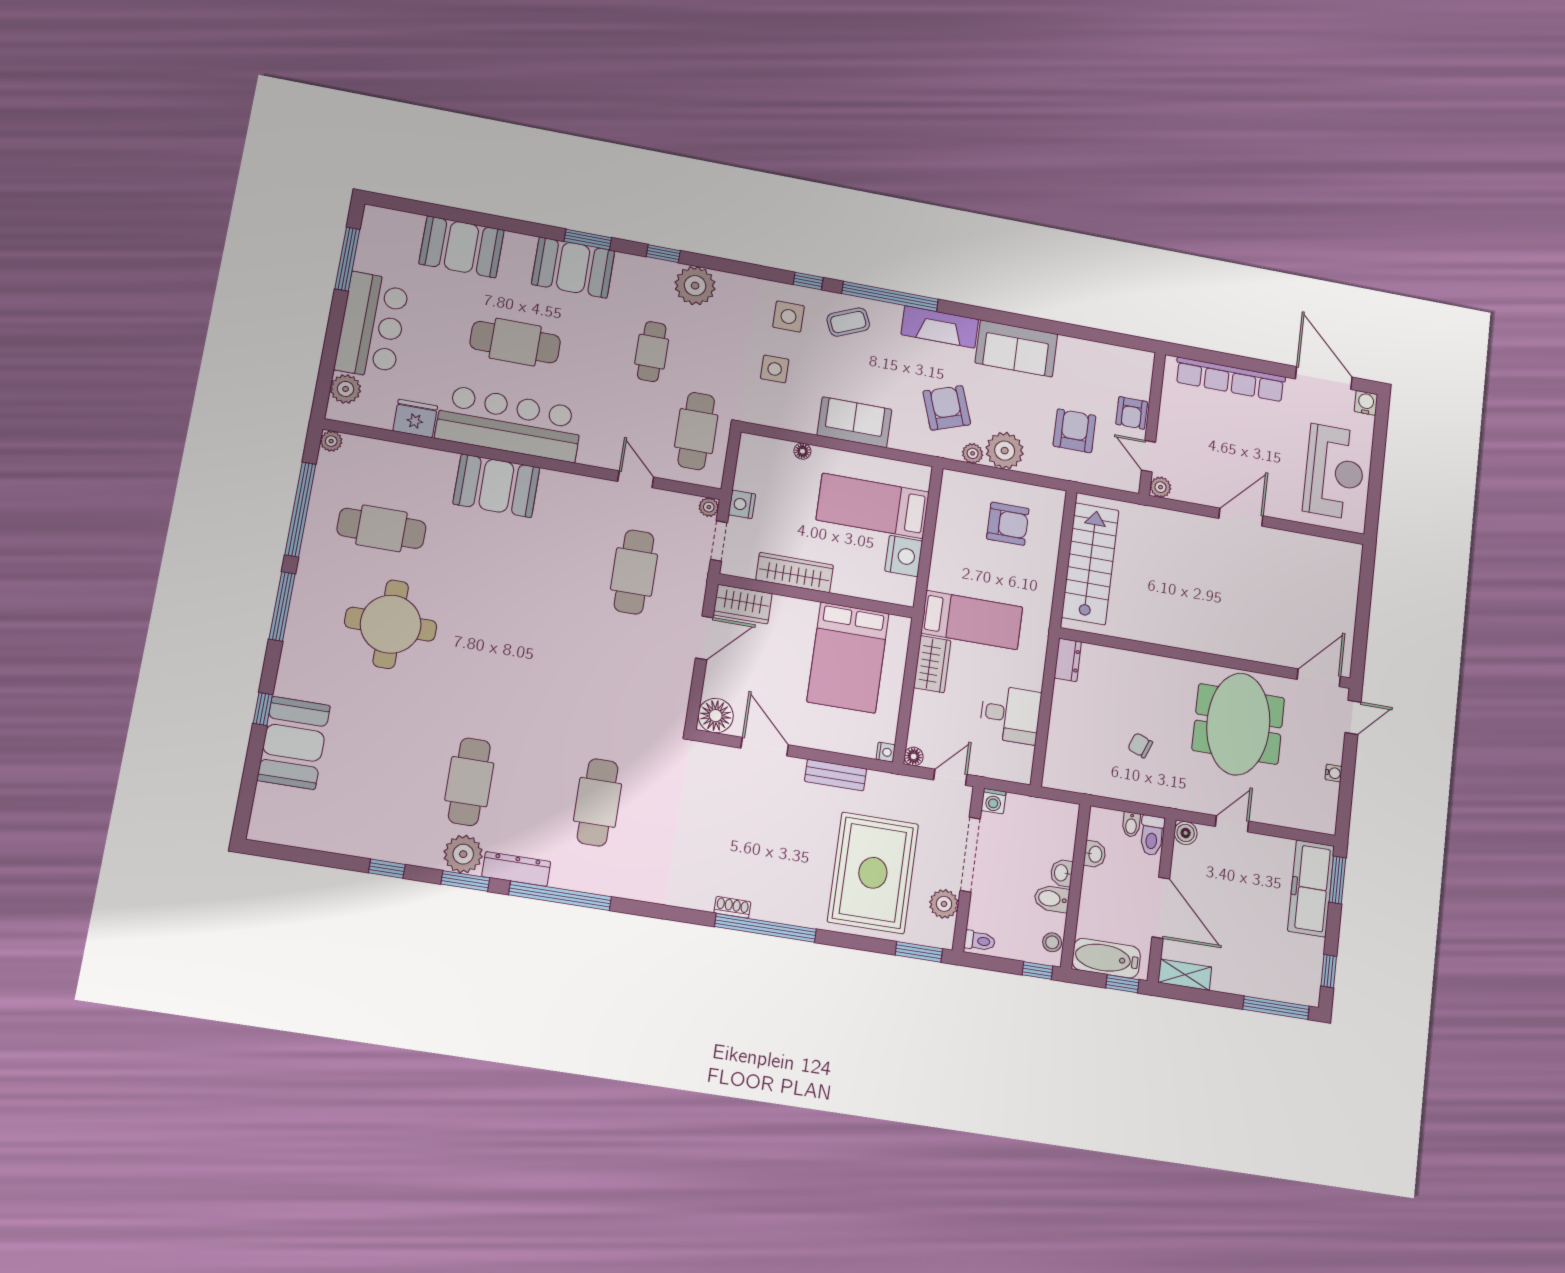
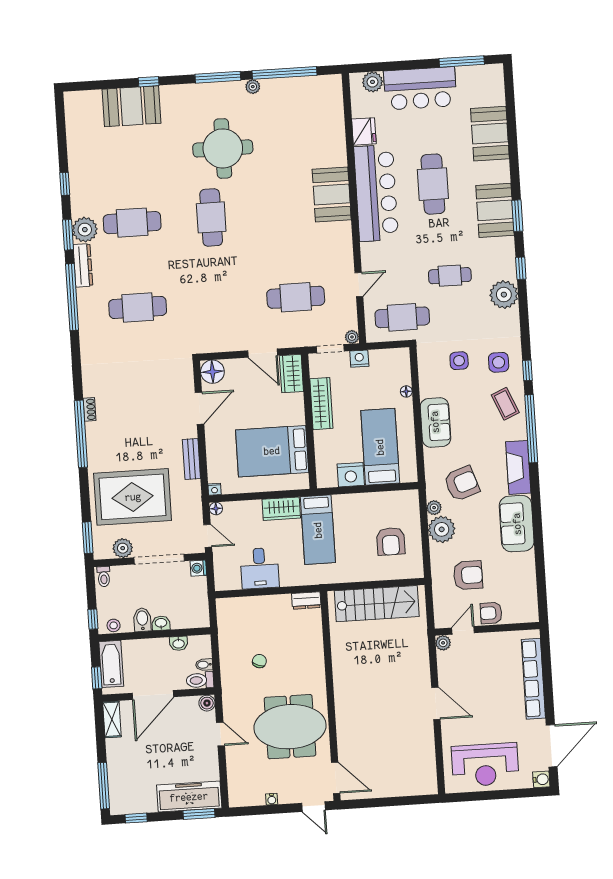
plant: (331, 441) -> (253, 87), moved
cafe table: (381, 528) -> (211, 217), moved

